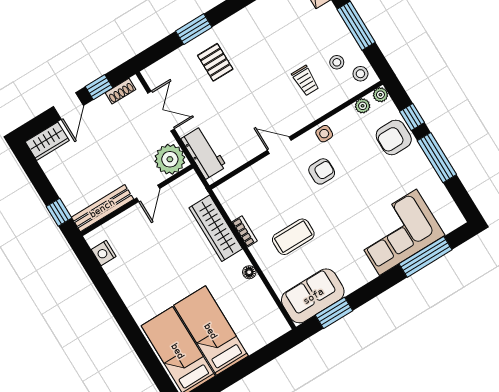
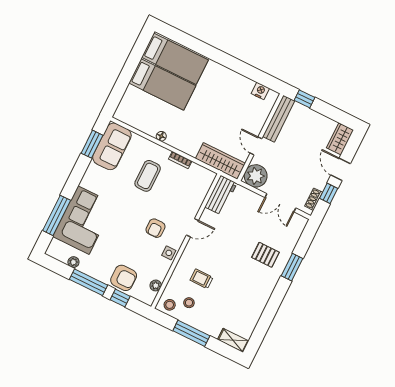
plant: (380, 95) -> (73, 262), moved
armchair: (394, 137) -> (124, 278), turned 90
workbench: (204, 153) -> (221, 195), moved, turned -90
wardrobe: (216, 228) -> (220, 161), moved

